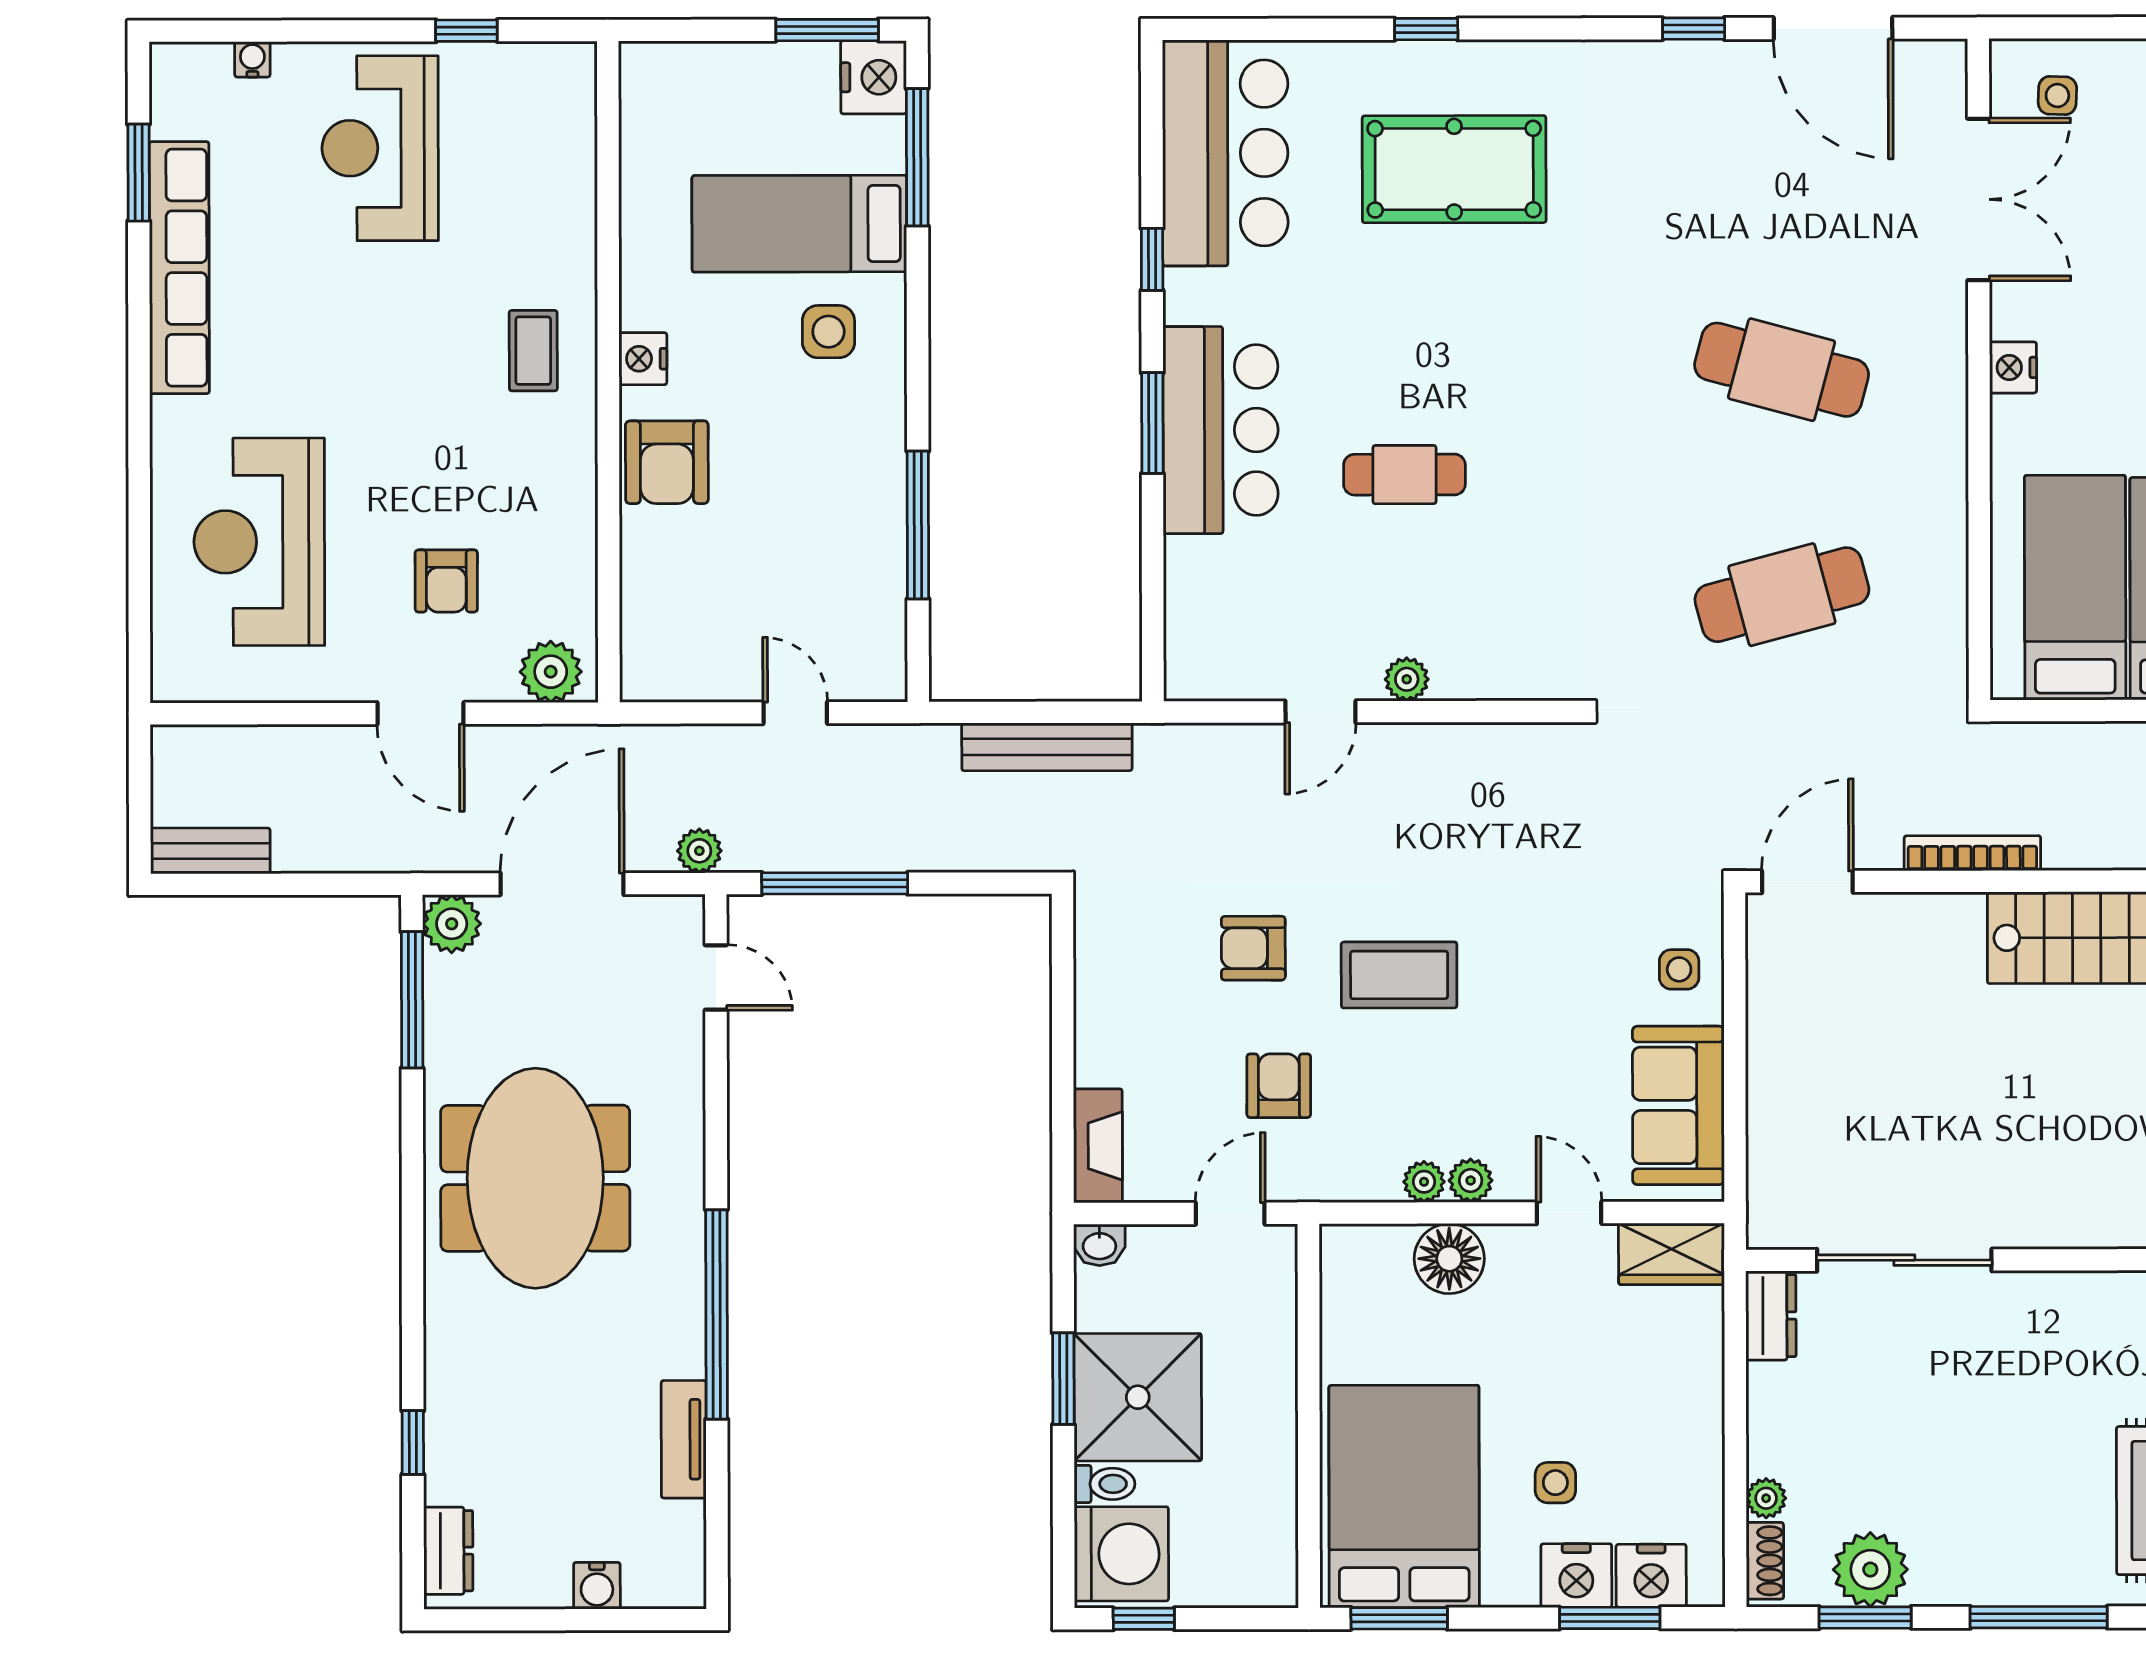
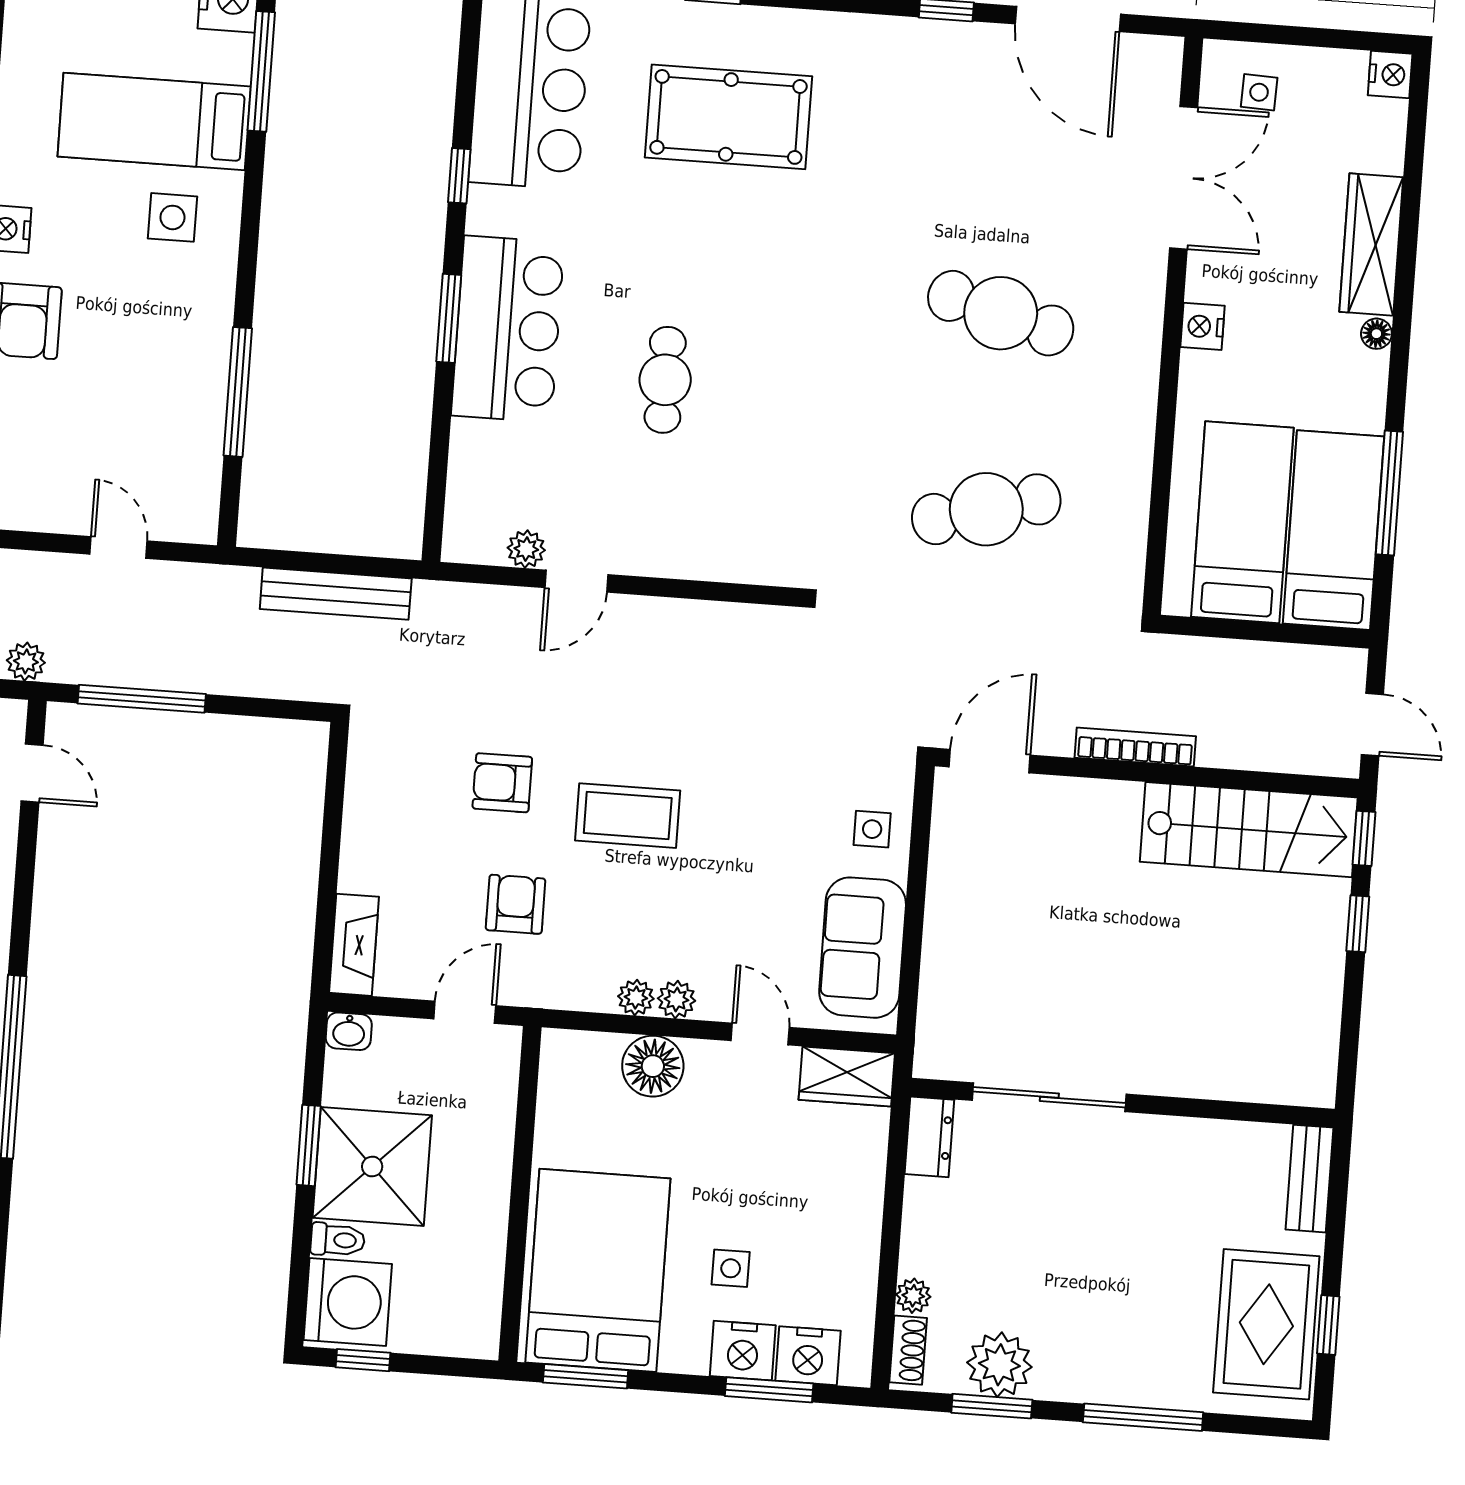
cafe table: (1404, 475) -> (665, 380), turned 90
plant: (1407, 679) -> (526, 549), moved

